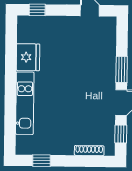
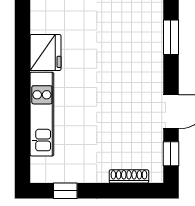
window: (122, 69) -> (171, 37), moved

